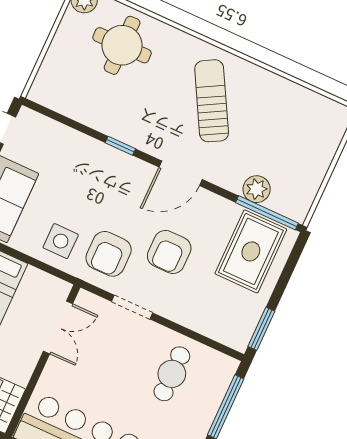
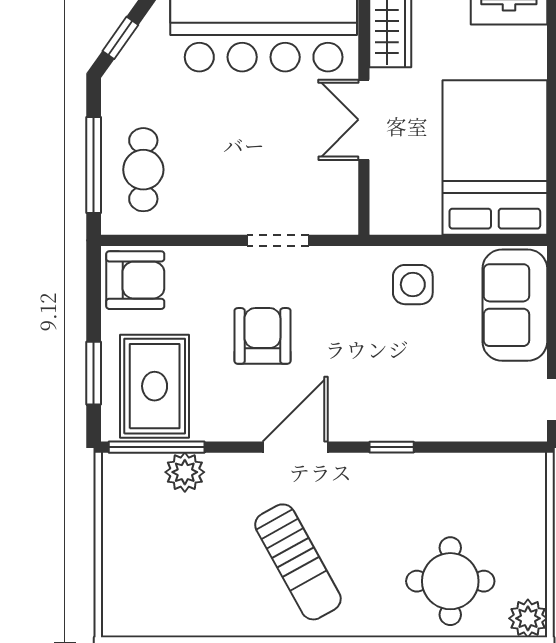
armchair: (109, 254) -> (135, 280), moved, turned 90
double door: (58, 327) -> (364, 120), moved
window: (261, 329) -> (94, 373), moved
cafe table: (172, 374) -> (143, 170), moved

